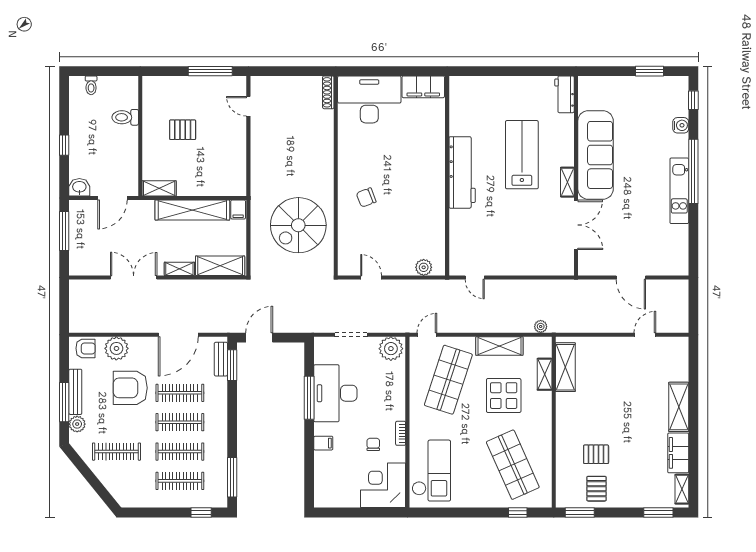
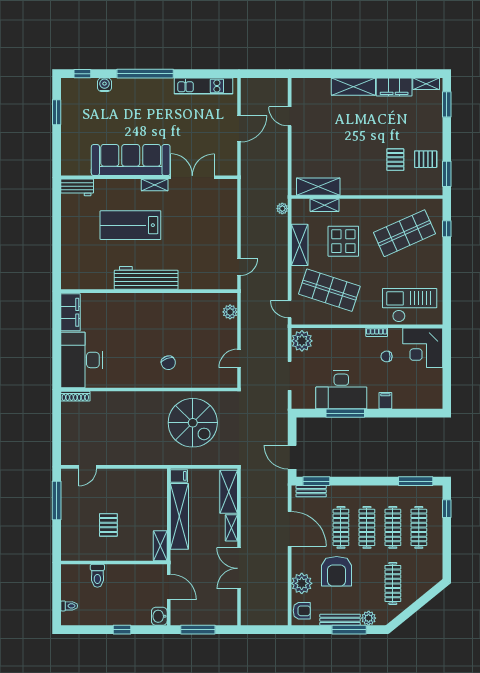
kitchen unit: (679, 191) -> (204, 86), moved
armchair: (86, 348) -> (302, 611), turned 90

